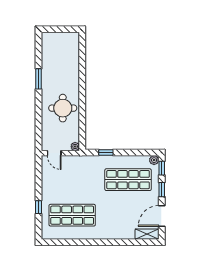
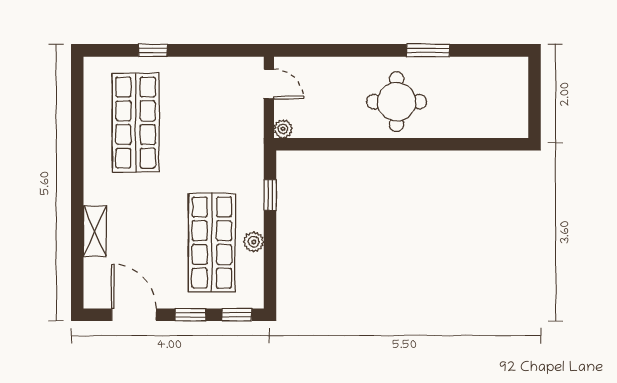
round table: (63, 108) -> (397, 102), moved
door: (54, 153) -> (269, 84), swing flipped
plant: (154, 160) -> (254, 242), moved
shelving: (147, 234) -> (95, 231), moved

